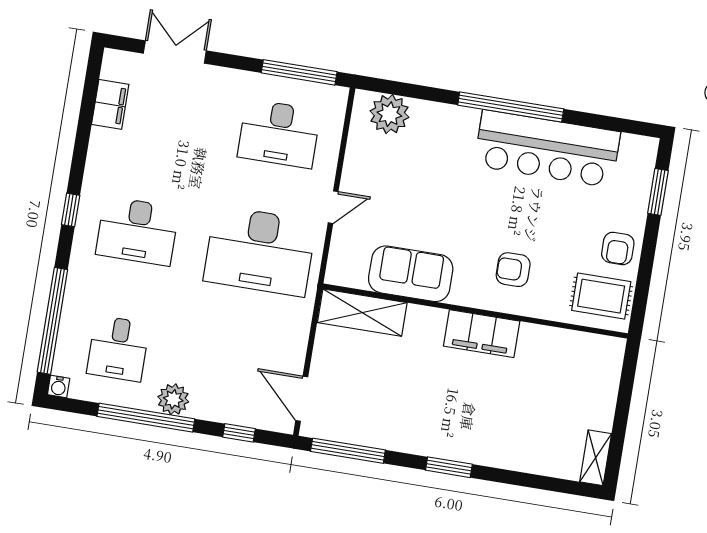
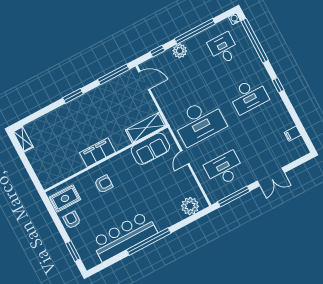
double door: (175, 52) -> (271, 177), moved
filing cabinet: (110, 104) -> (293, 134), width x0.50
desk: (137, 231) -> (248, 96), turned 180
desk: (260, 251) -> (199, 122), turned 180
sofa: (411, 274) -> (150, 149), moved
plant: (173, 399) -> (180, 51), moved

